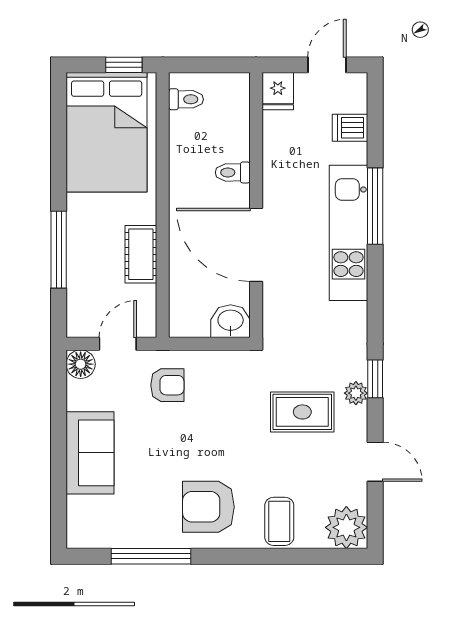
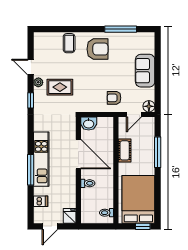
window: (124, 65) -> (143, 226), moved
plant: (356, 393) -> (38, 82), moved
plant: (346, 527) -> (42, 41), removed

